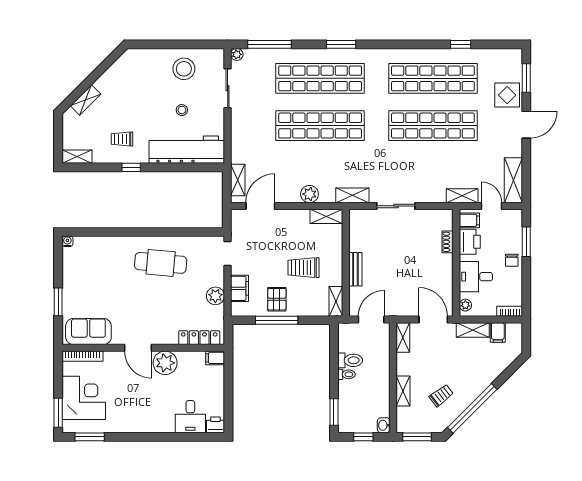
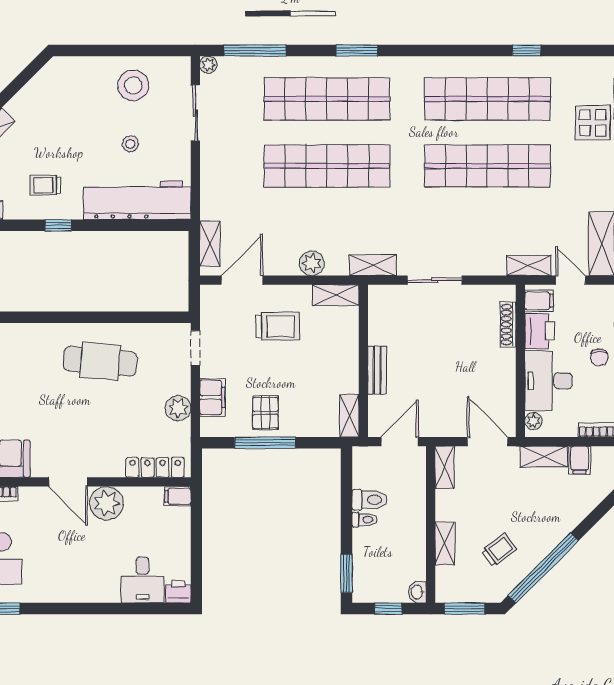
shoe rack: (448, 242) -> (508, 325), width x1.43
trolley: (304, 268) -> (277, 326), moved, turned 180
desk: (476, 277) -> (548, 381), width x1.37

